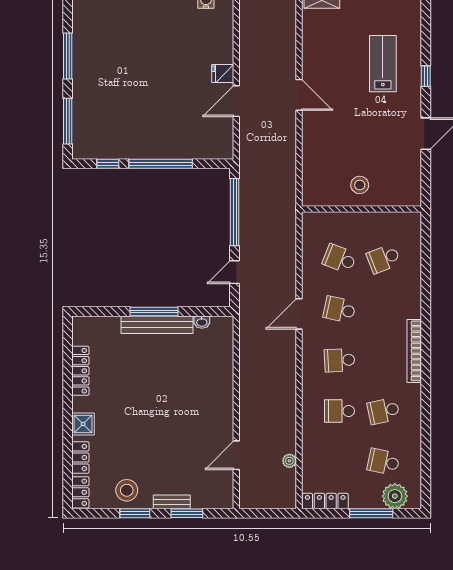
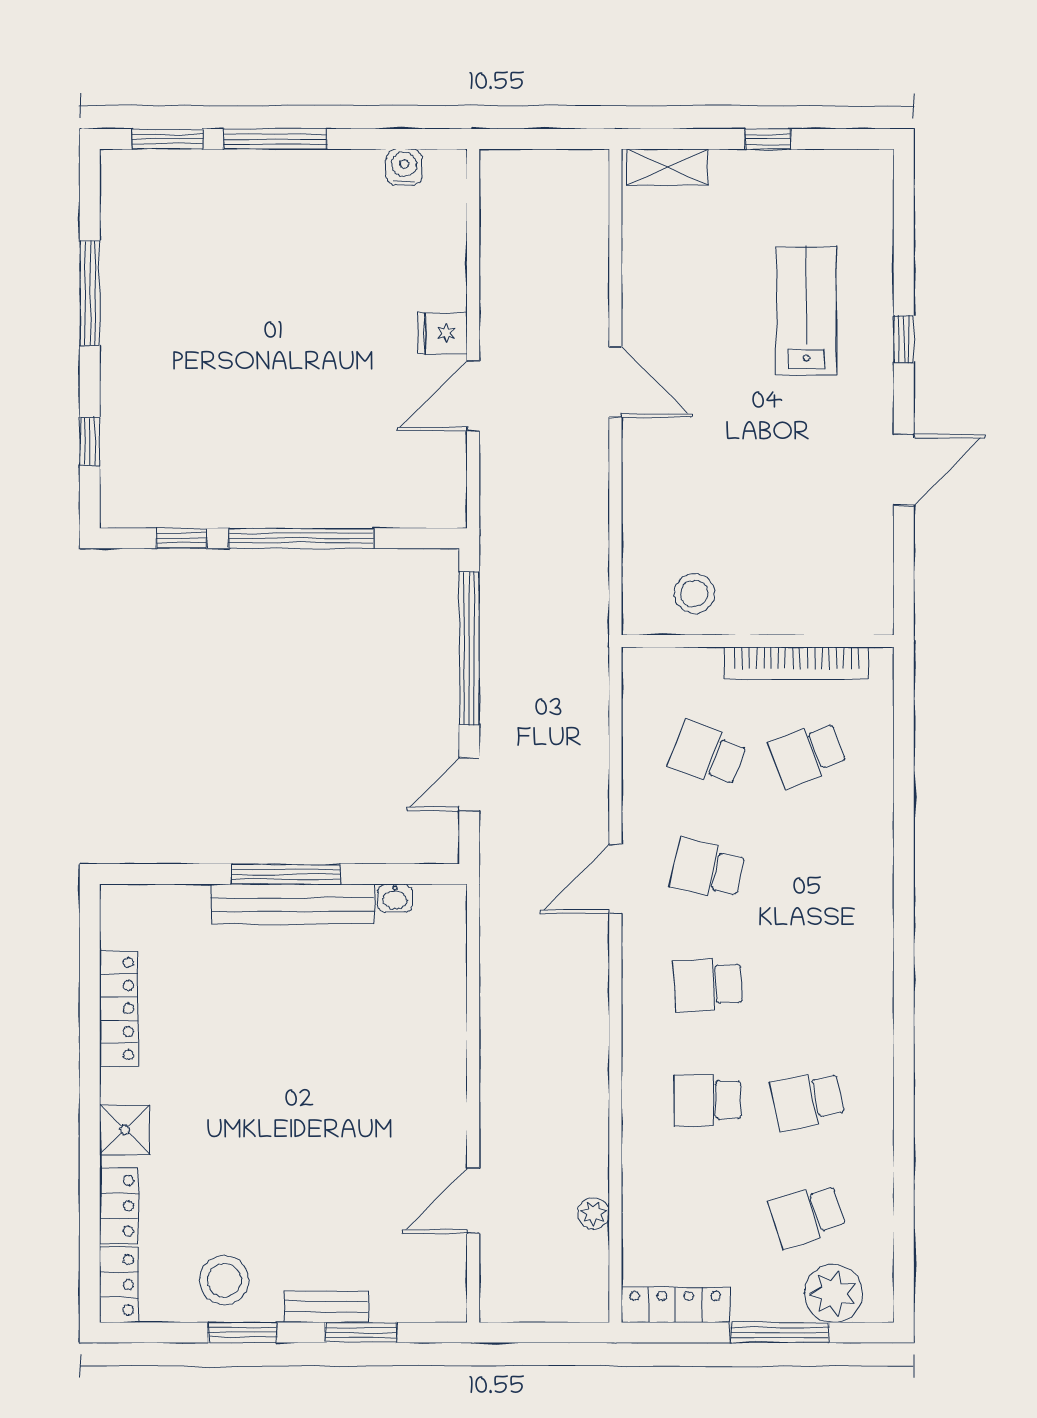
window: (68, 121) -> (90, 441), width x0.46
stool: (360, 185) -> (694, 594), moved
bookcase: (414, 351) -> (796, 663), moved, turned -90
school desk: (384, 462) -> (808, 1216), turned -30

